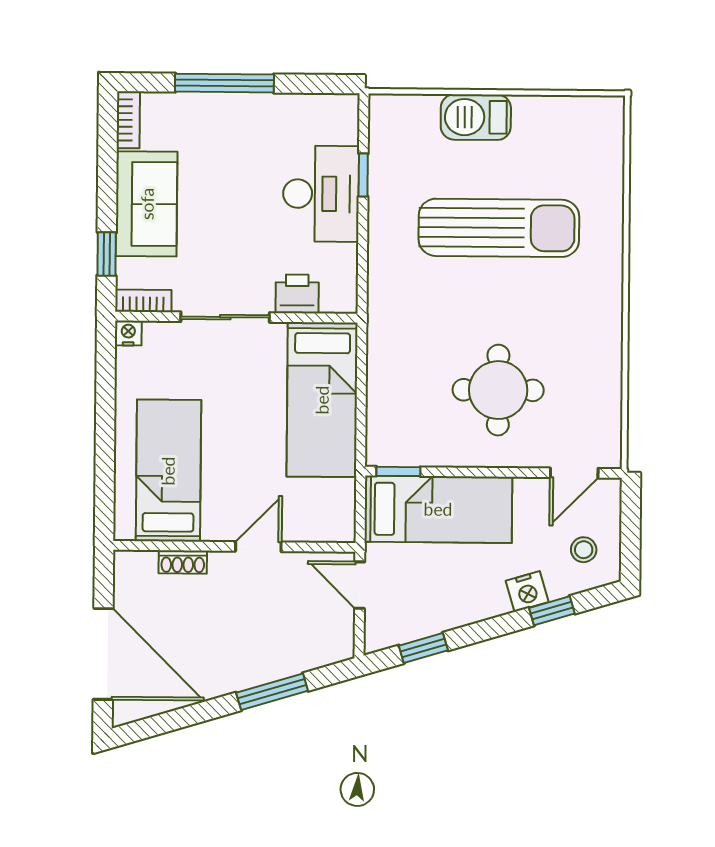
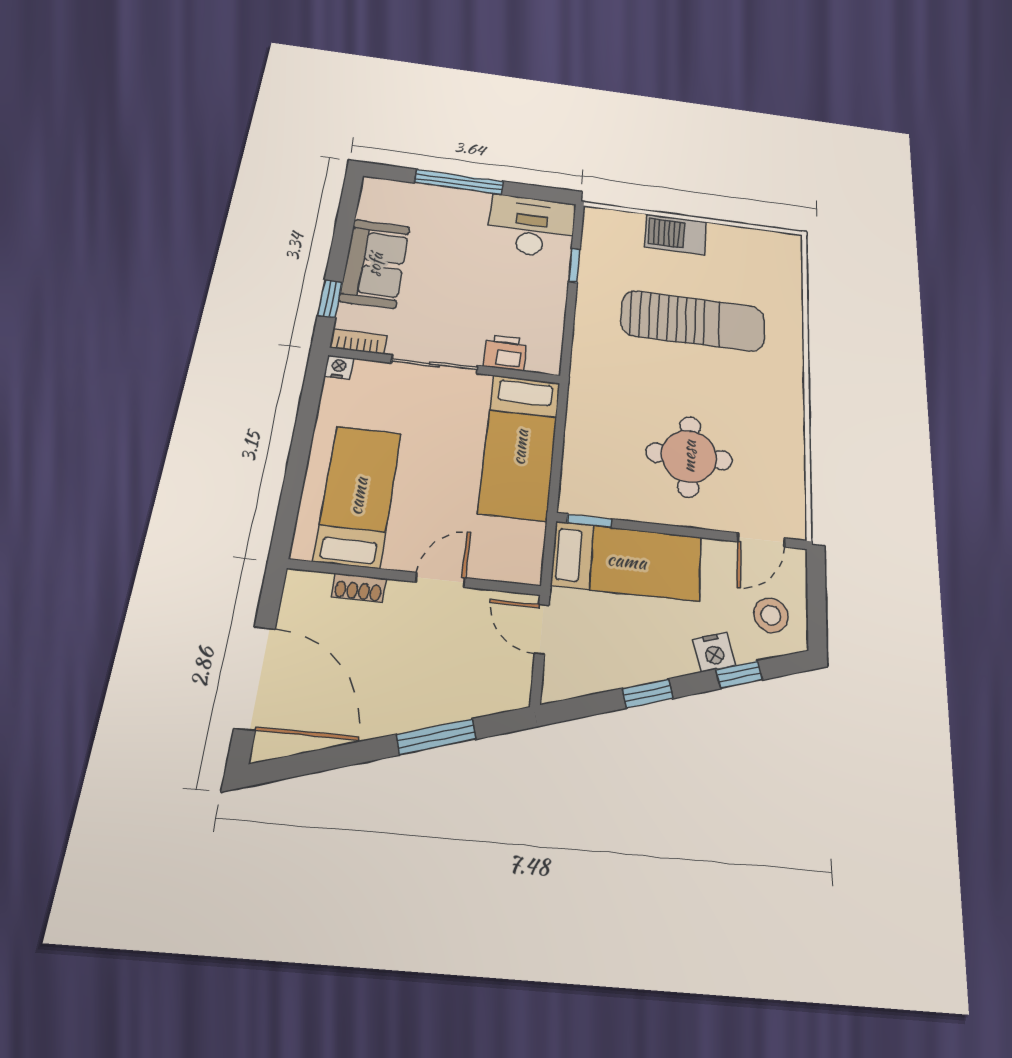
bookcase: (128, 120) -> (369, 198), removed
desk: (321, 194) -> (531, 226), moved, turned -90
stool: (584, 550) -> (771, 615), width x1.37, depth x1.37
window: (423, 648) -> (647, 693), moved

